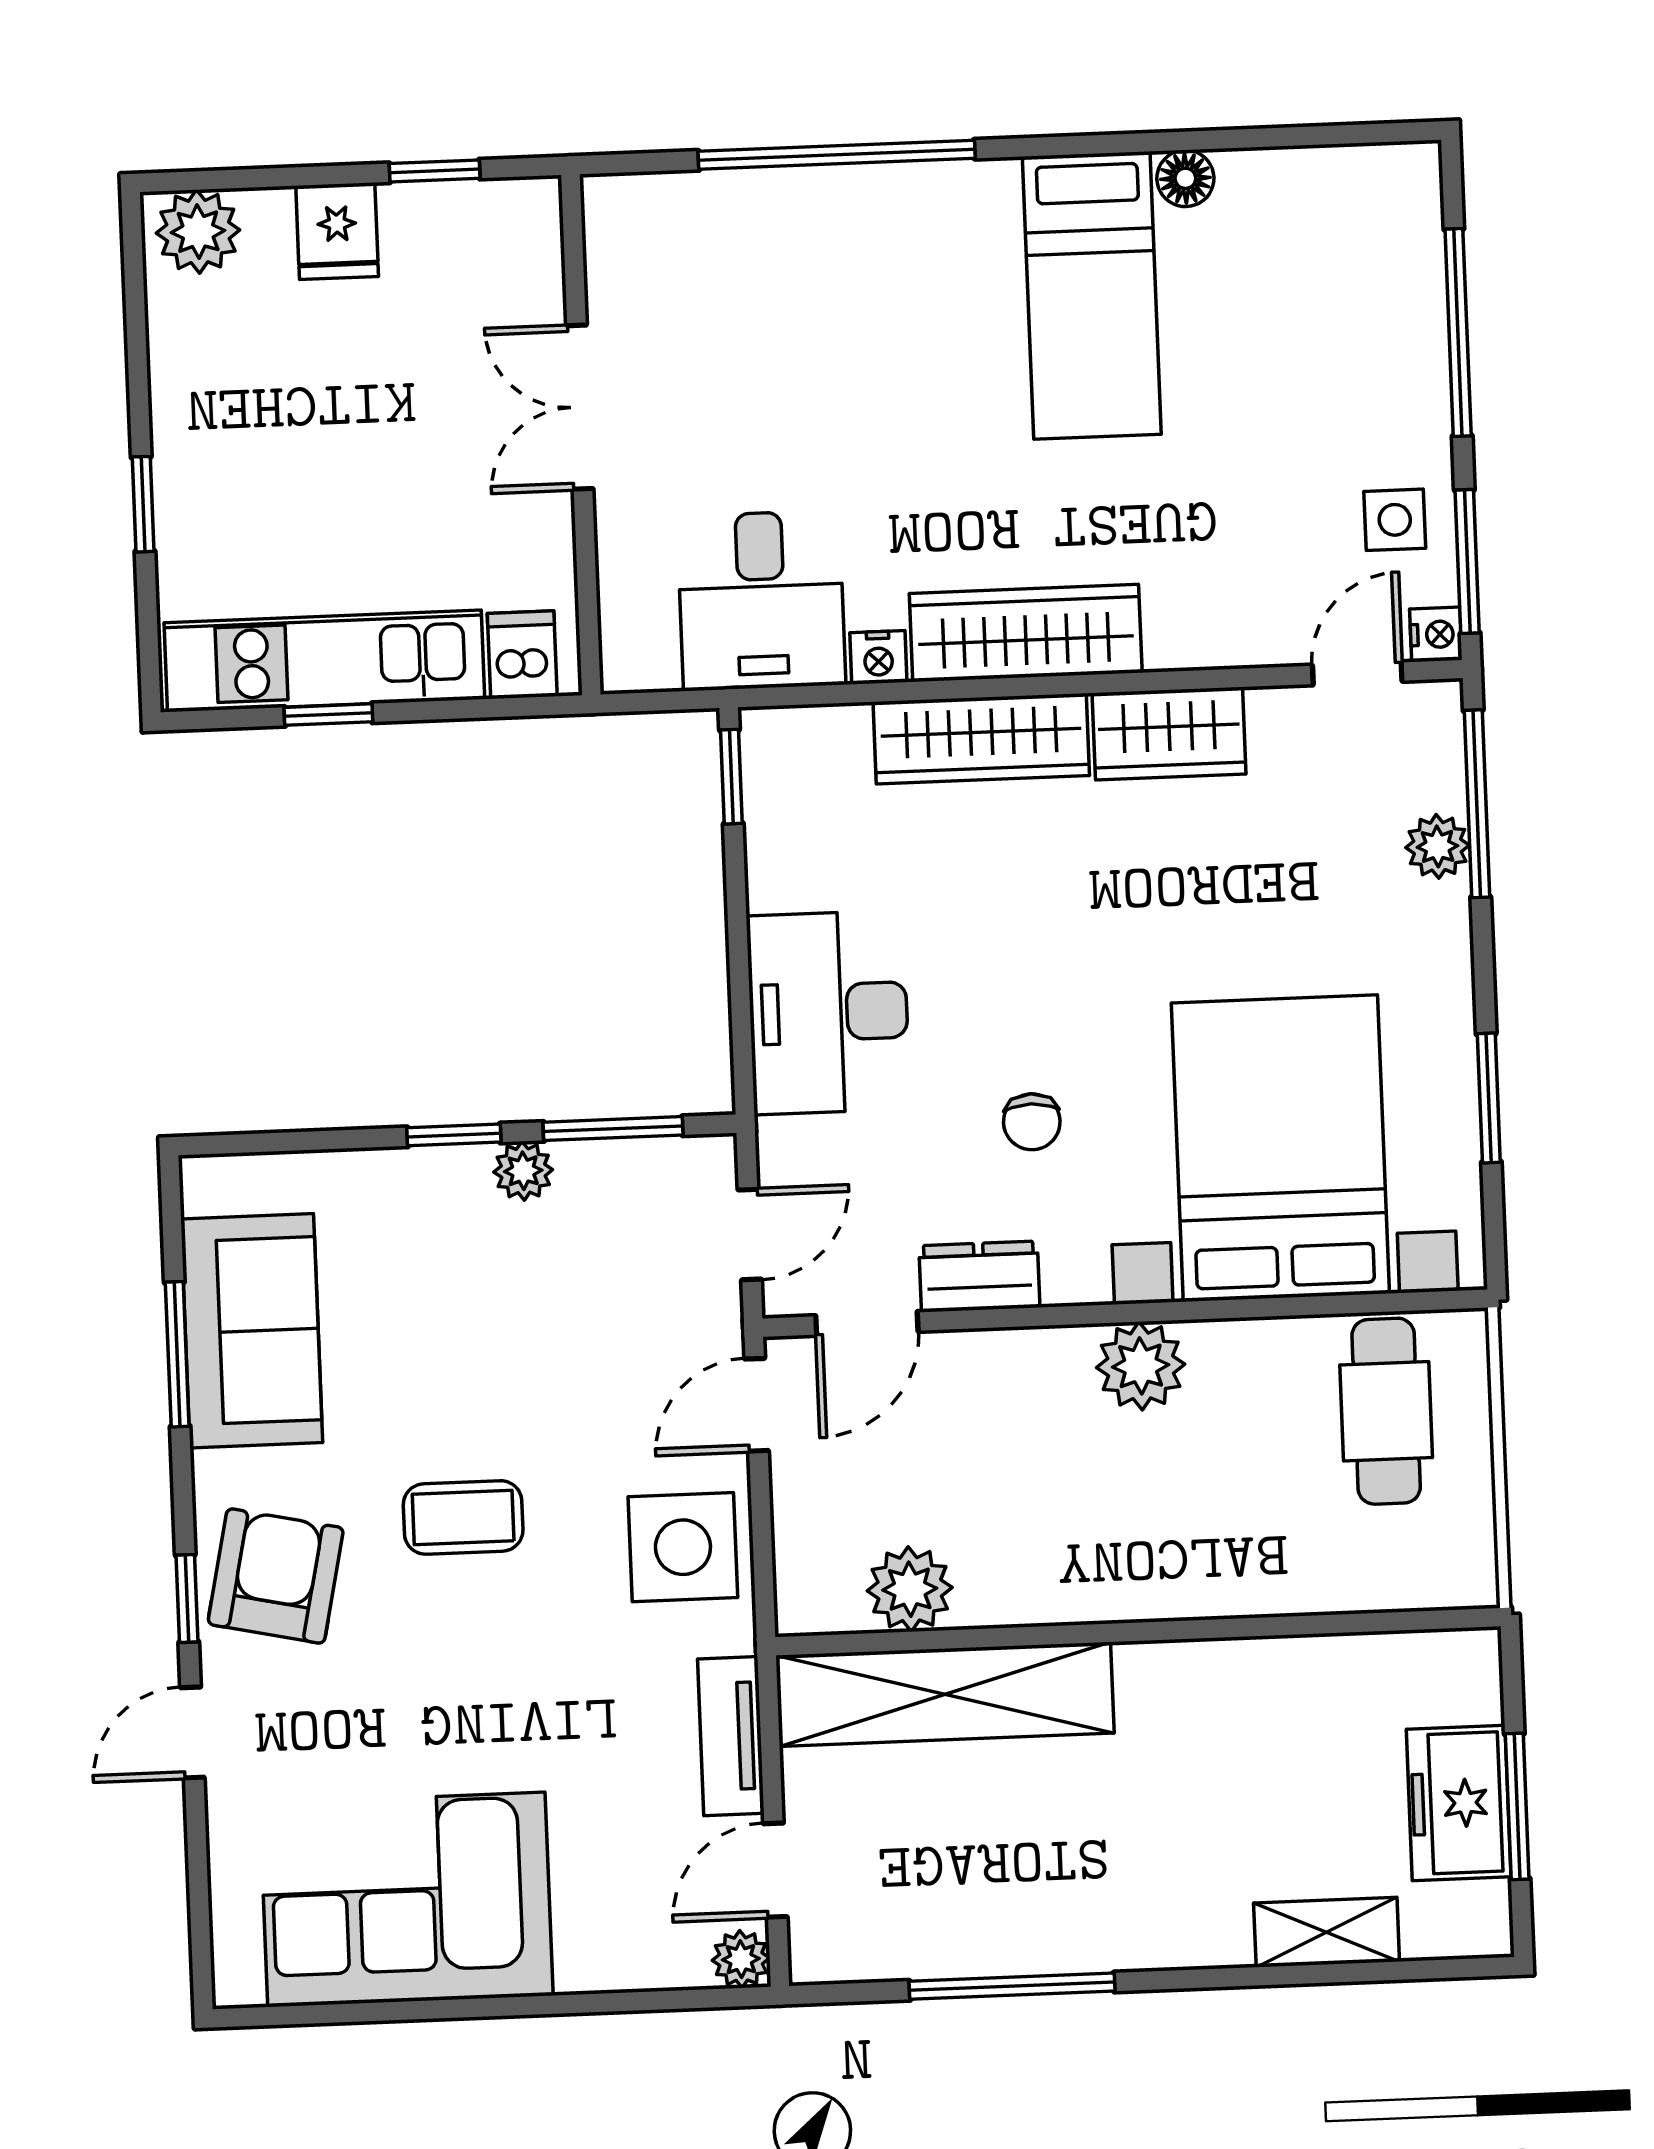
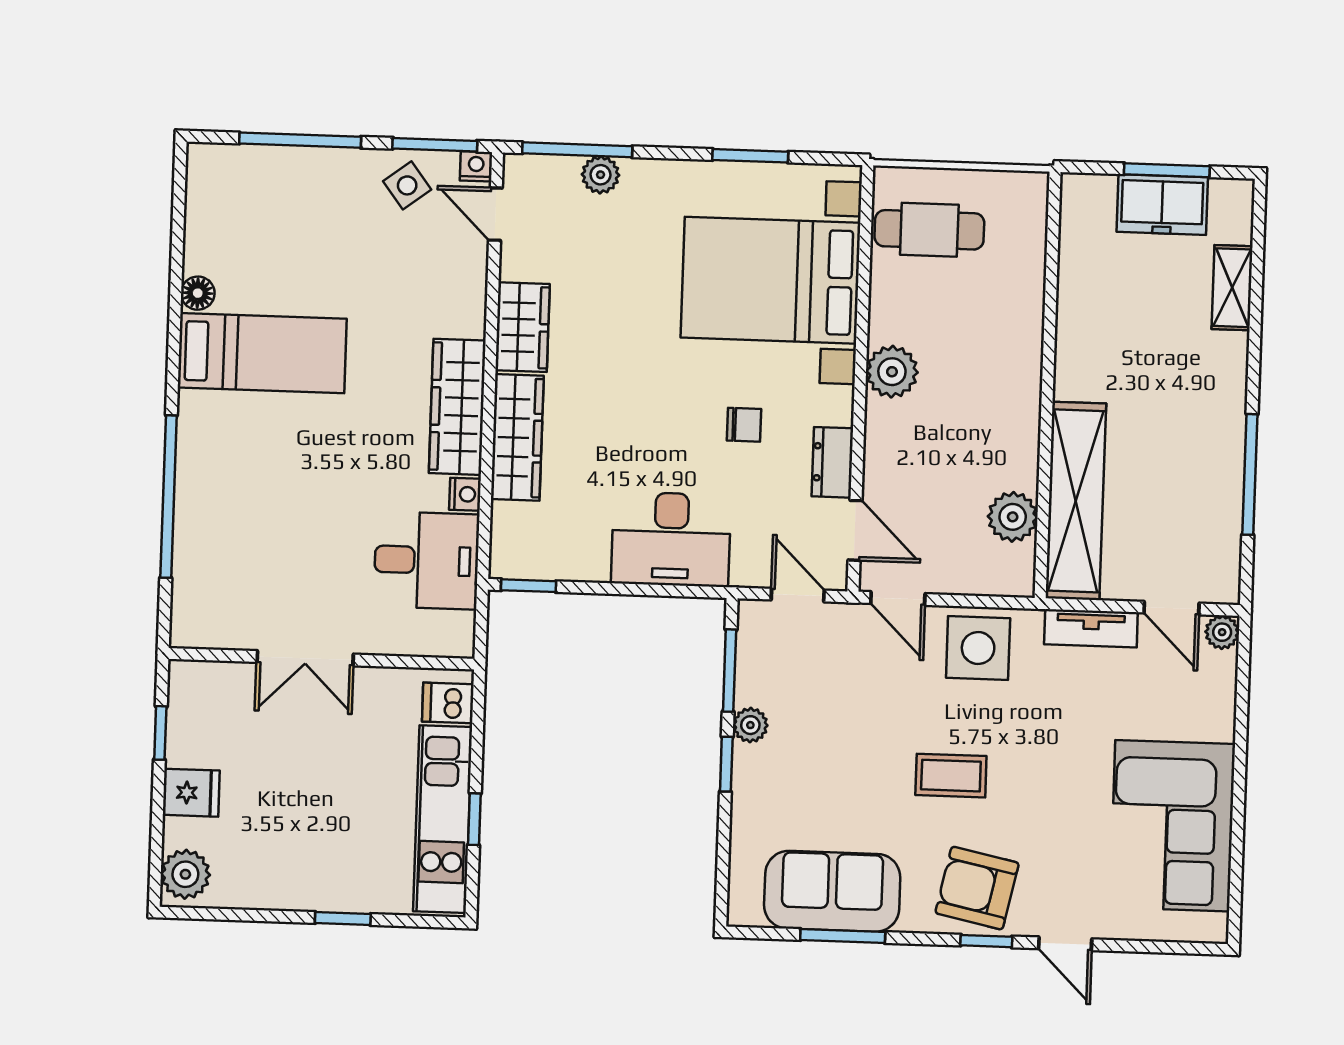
side table: (1395, 520) -> (407, 185), turned -37
coffee table: (463, 1517) -> (951, 776), turned 90

